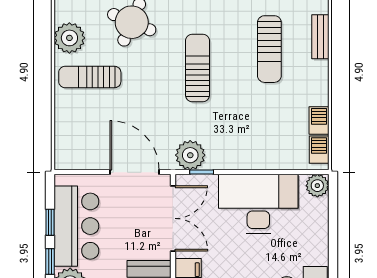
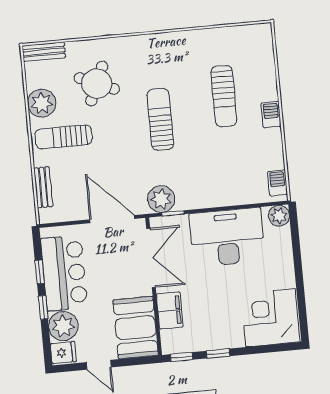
bench: (320, 37) -> (43, 187), moved
barbecue: (319, 120) -> (271, 115), moved

